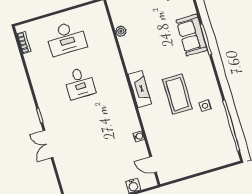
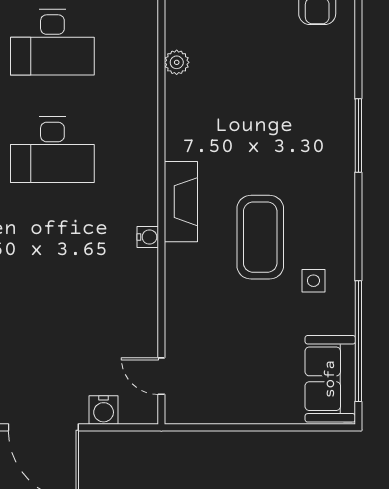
sofa: (192, 35) -> (330, 379), moved
desk: (80, 83) -> (52, 150), width x1.37
water cooler: (139, 136) -> (148, 237), moved

